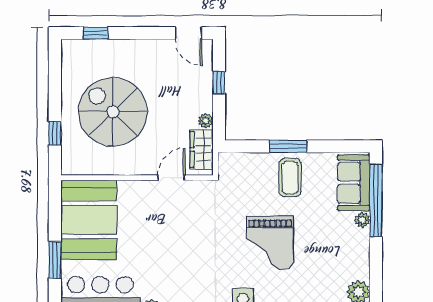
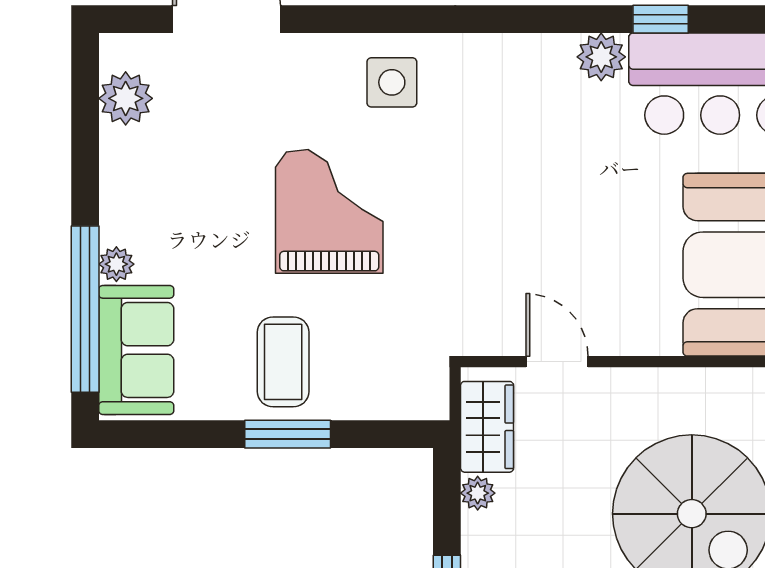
door: (171, 178) -> (557, 362), swing flipped

